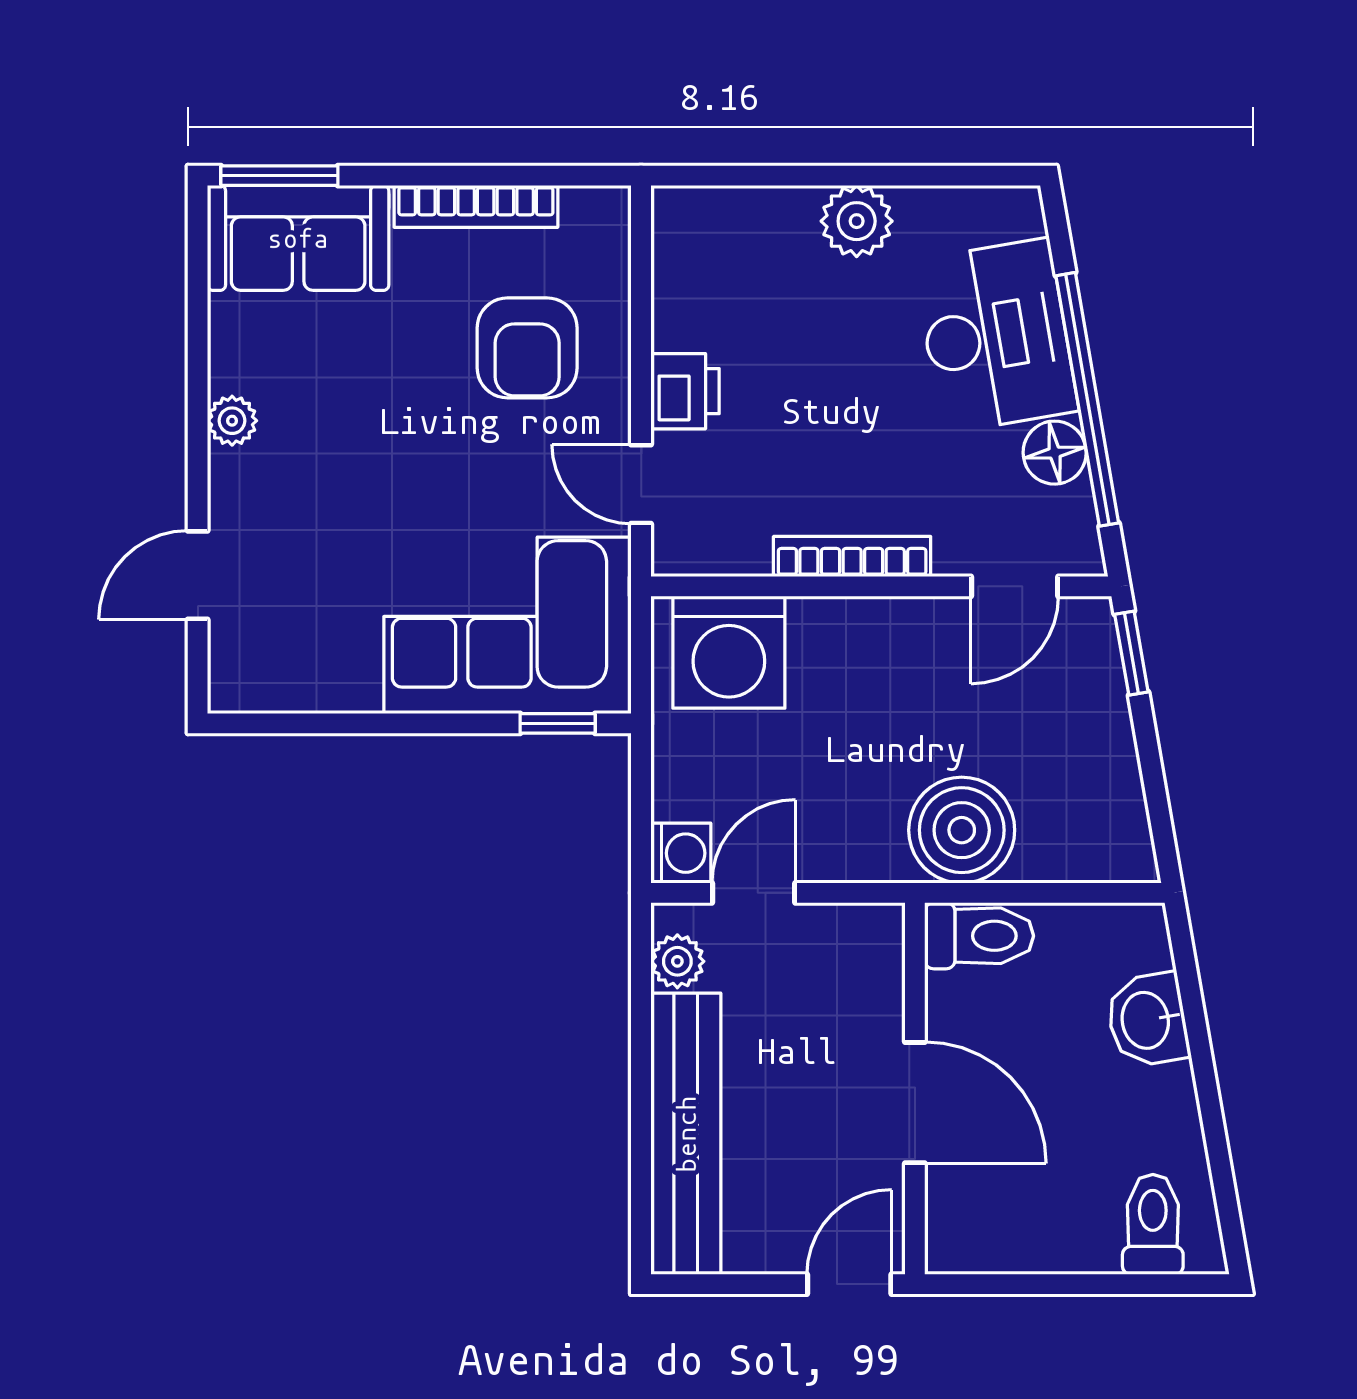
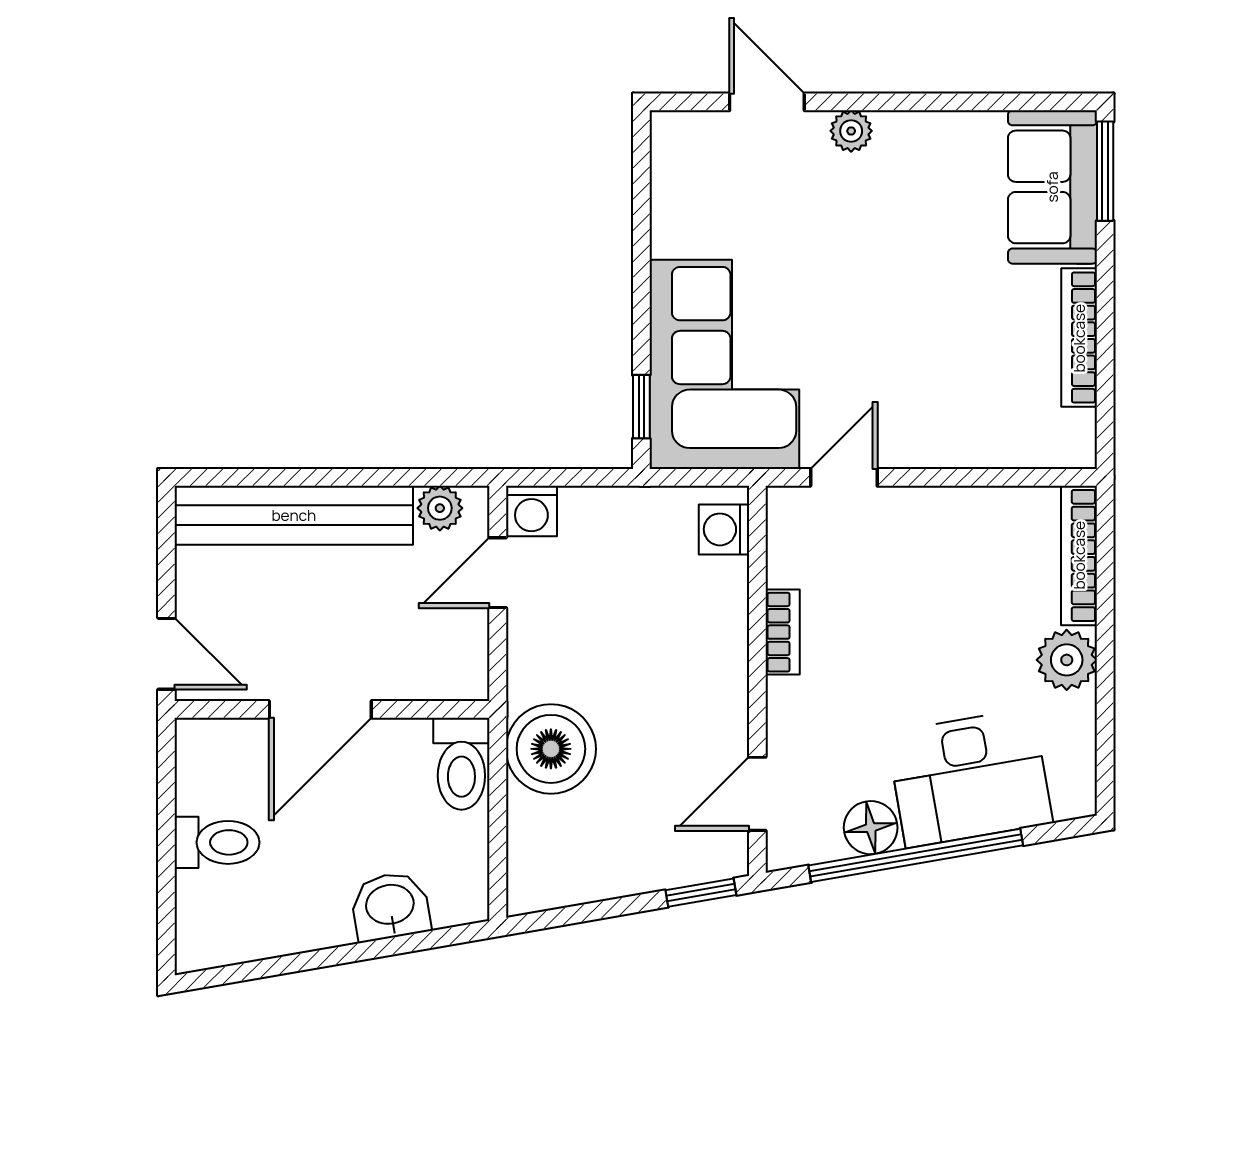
bookcase: (733, 207) -> (1079, 555), added
armchair: (527, 348) -> (959, 381), removed
printer: (685, 391) -> (923, 515), removed
plant: (232, 421) -> (851, 131), moved
bookcase: (852, 557) -> (783, 632), width x0.64
door: (1015, 586) -> (757, 794), hinge flipped
washing machine: (729, 652) -> (724, 529), width x0.53, depth x0.53
door: (754, 893) -> (498, 573), swing flipped
toilet: (1153, 1224) -> (217, 842), moved

